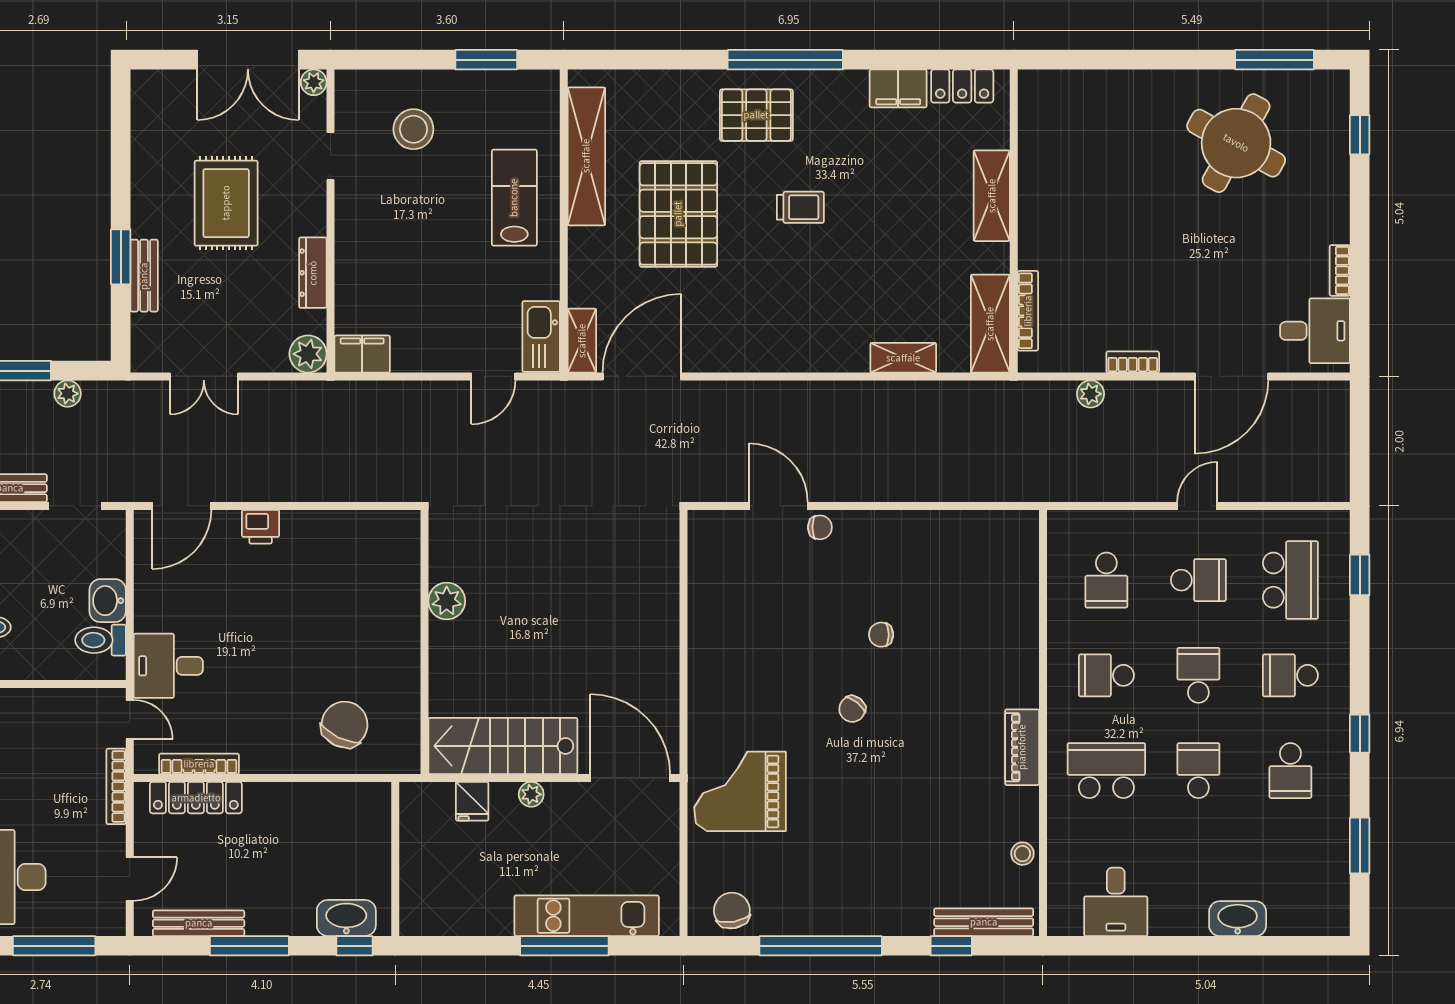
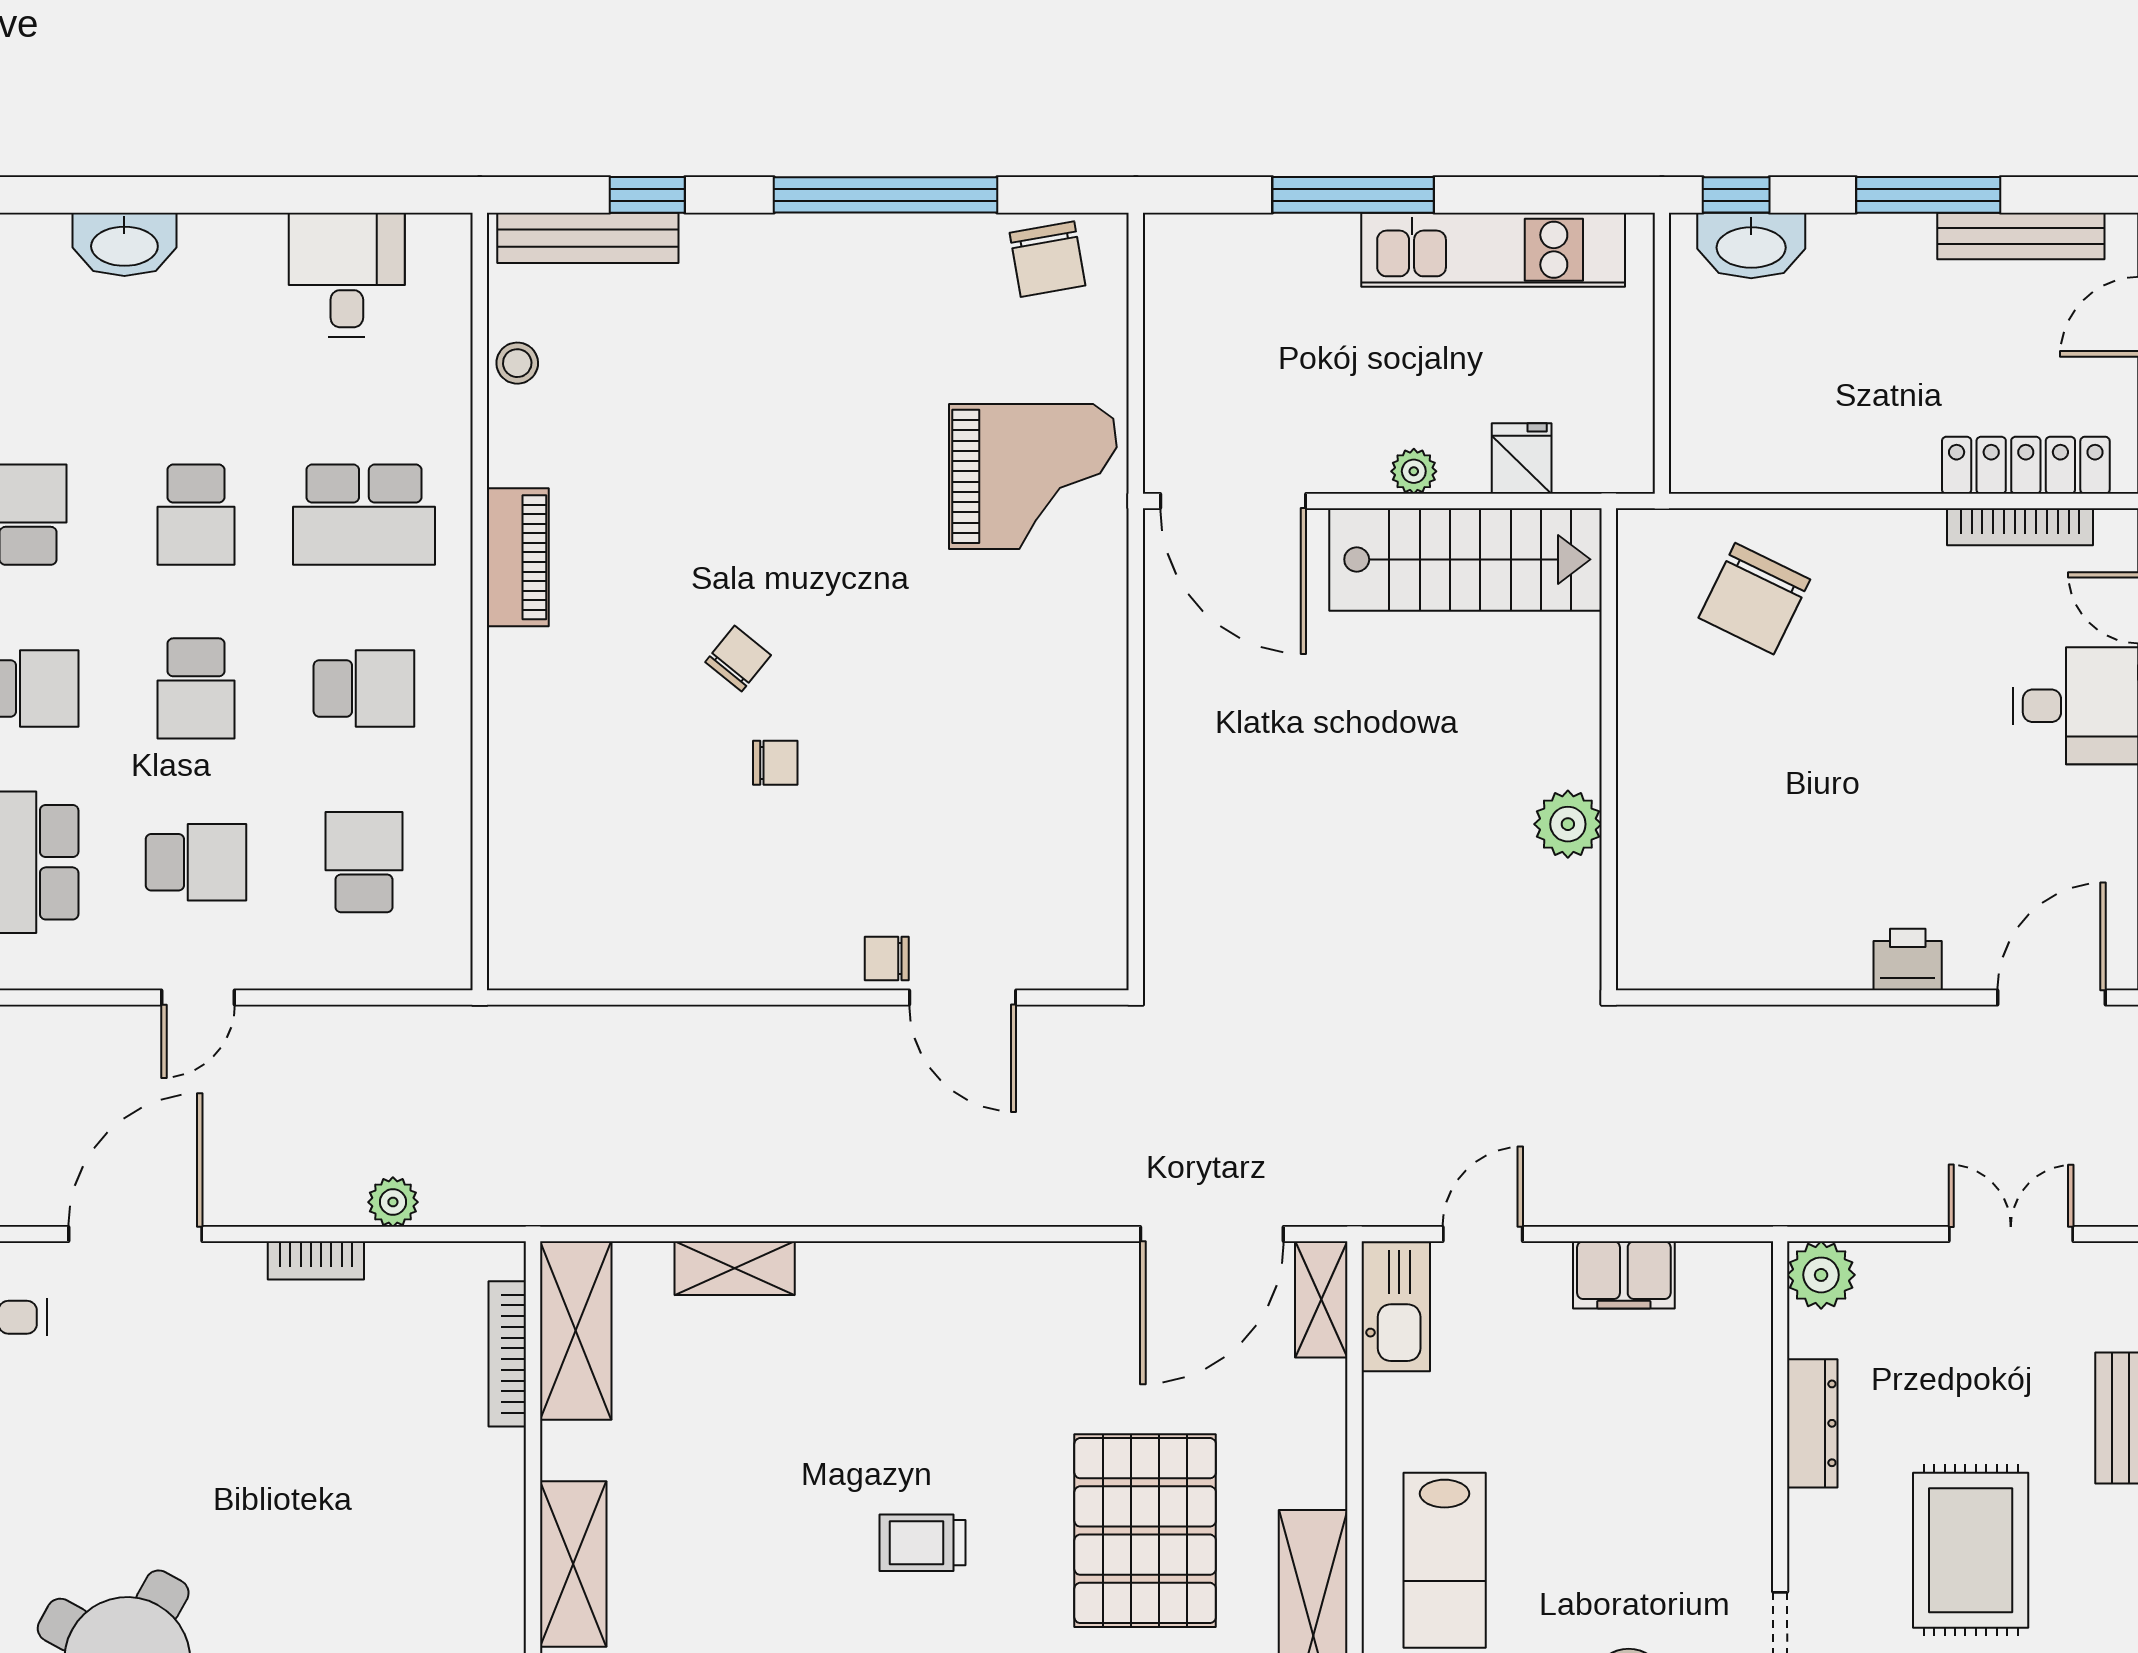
filing cabinet: (362, 354) -> (1624, 1275), moved
school desk: (1198, 580) -> (196, 862), turned 180
chair: (852, 709) -> (738, 659), moved
kitchen unit: (587, 916) -> (1493, 250), moved

